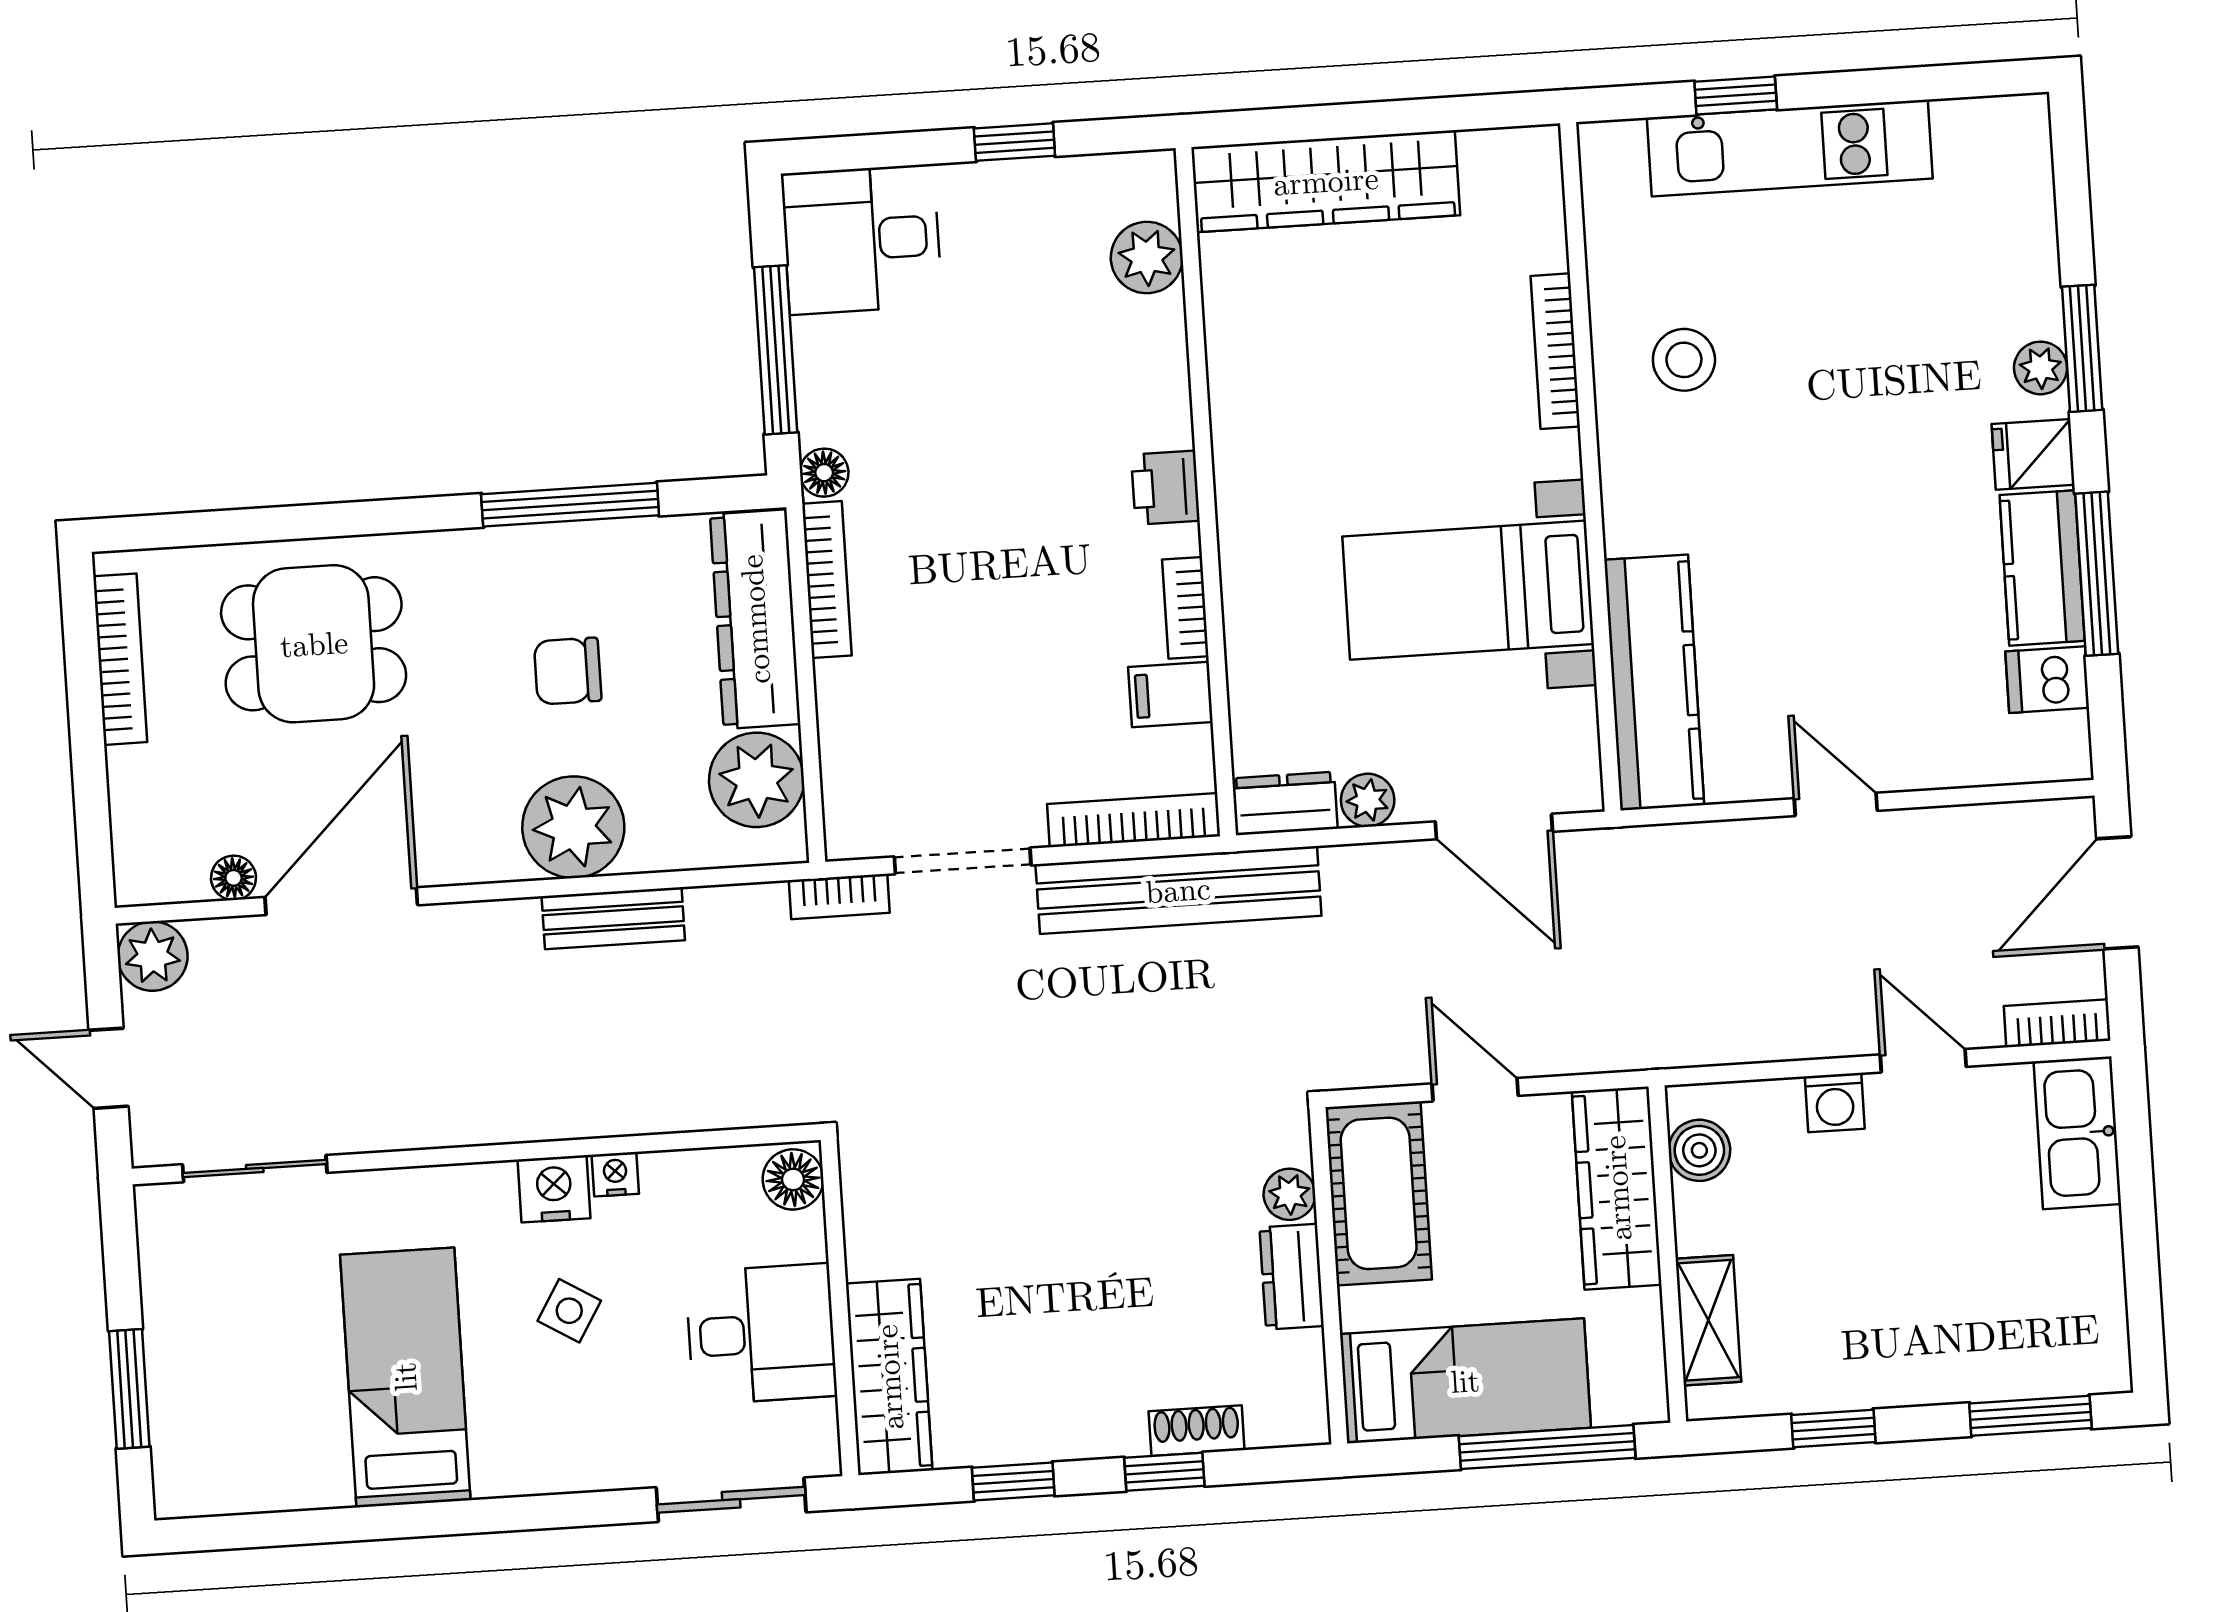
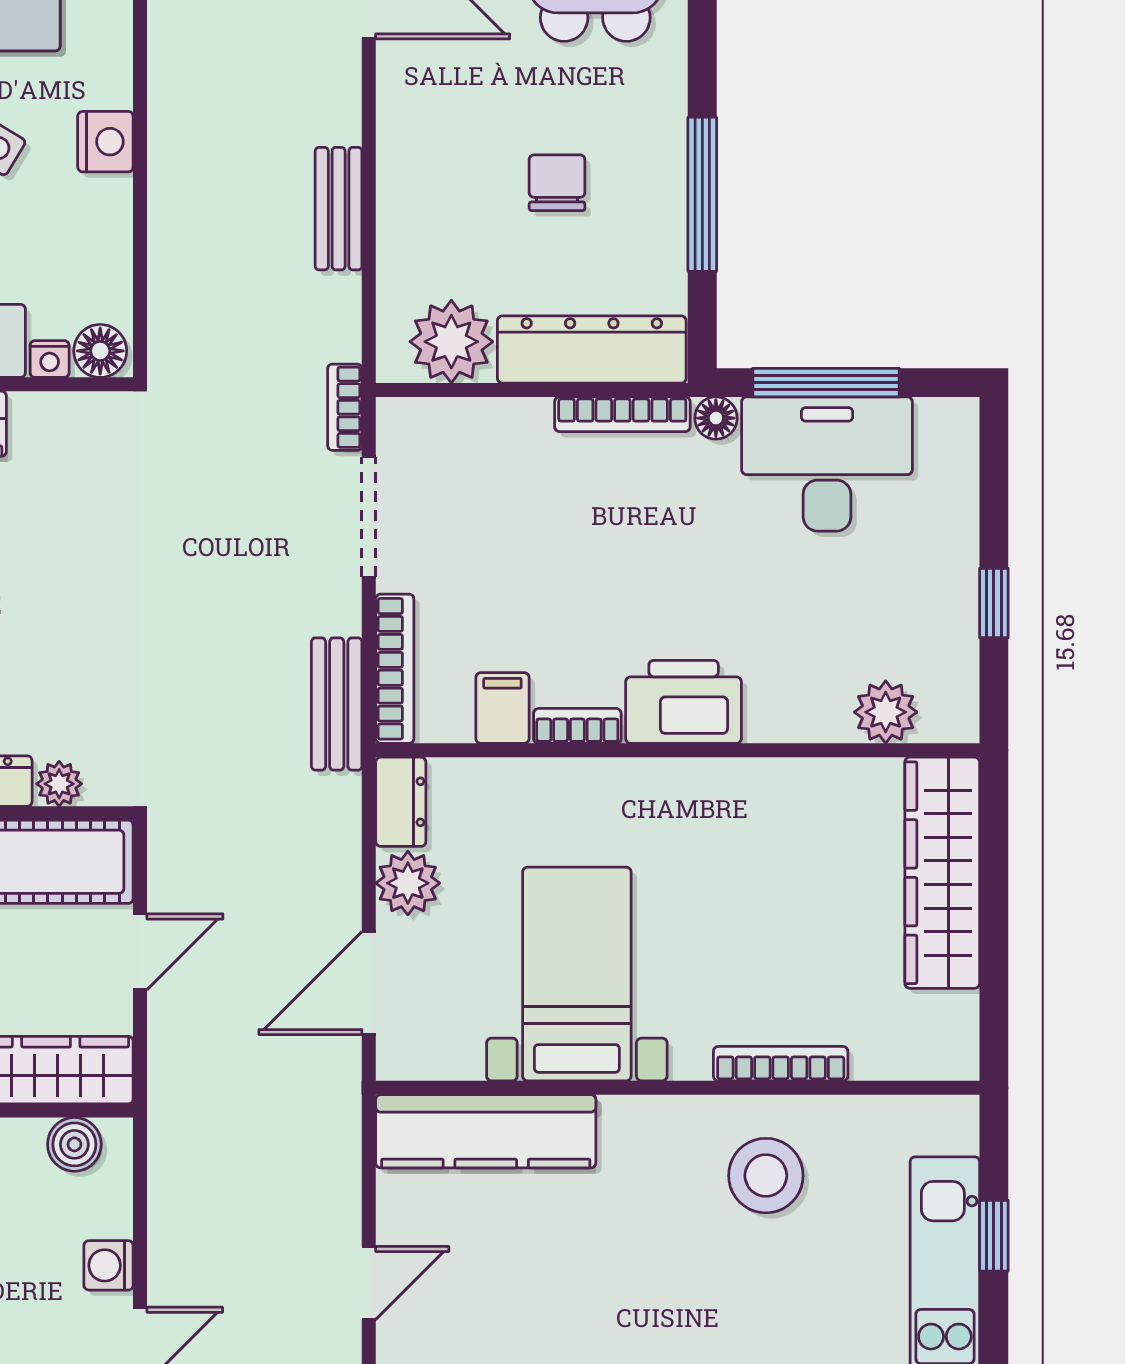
desk: (862, 240) -> (827, 464), moved, width x1.37
stool: (1684, 360) -> (766, 1176), width x1.38, depth x1.38
printer: (1165, 488) -> (684, 702), width x1.87, depth x1.48
plant: (1368, 800) -> (408, 883), width x1.38, depth x1.38
plant: (573, 827) -> (420, 179), removed
bench: (1178, 890) -> (337, 704), width x0.54, depth x0.82
nightstand: (615, 1174) -> (50, 359), moved, turned 90

